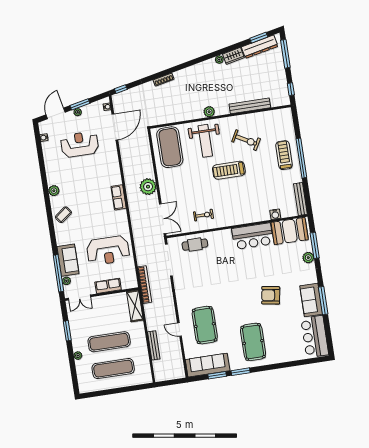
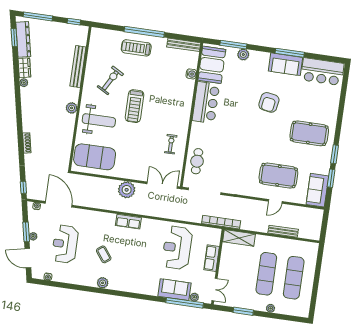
coffee table: (63, 215) -> (104, 254), moved
reception desk: (108, 251) -> (177, 248), turned 180
sofa: (208, 365) -> (317, 190), width x0.73

